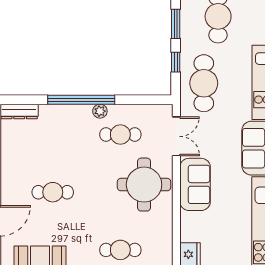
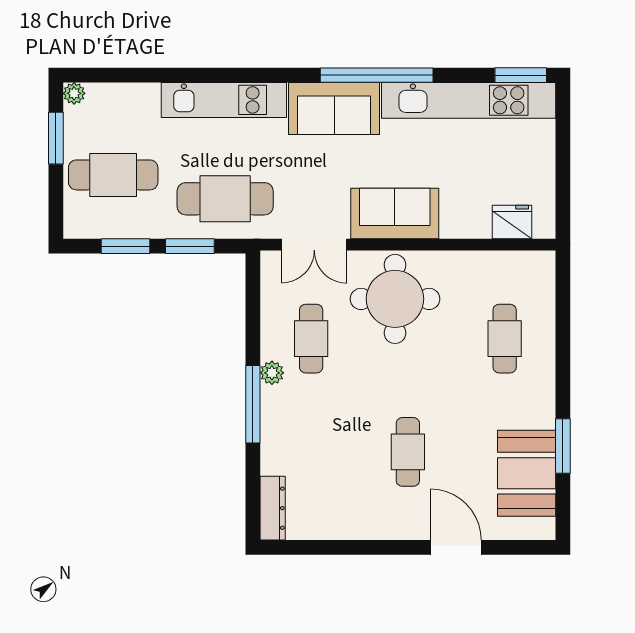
window: (176, 62) -> (190, 246), width x1.50
window: (81, 100) -> (253, 404), width x0.68
double door: (176, 136) -> (314, 245), swing flipped

